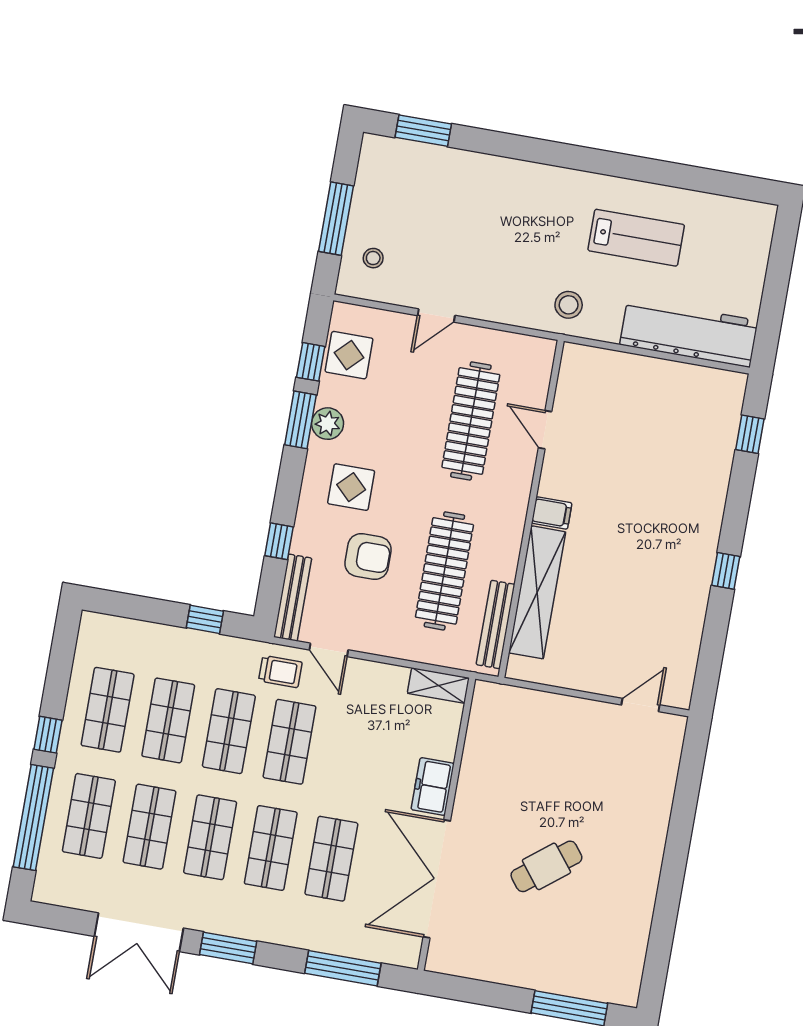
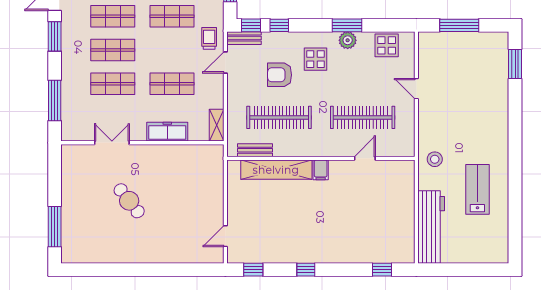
lab bench: (636, 238) -> (477, 189), turned 180
stool: (373, 258) -> (441, 49), removed
window: (311, 362) -> (251, 25), moved
armchair: (368, 556) -> (280, 75), turned 90
bench: (293, 598) -> (244, 38), width x0.73
bench: (496, 624) -> (255, 150), width x0.73
window: (709, 665) -> (253, 270), added
trolley: (280, 672) -> (209, 38), turned 180
door: (641, 705) -> (225, 236), swing flipped
shop shelf: (289, 742) -> (172, 84), moved
freezer: (433, 787) -> (167, 132), width x1.40
double door: (437, 879) -> (112, 143), width x0.54

